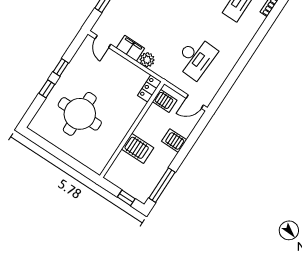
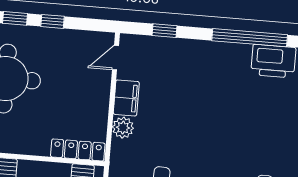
locker: (149, 89) -> (78, 150), width x1.53

